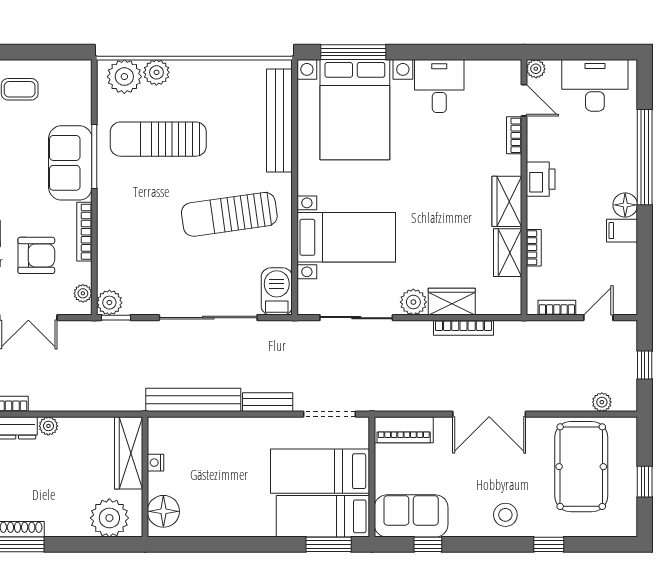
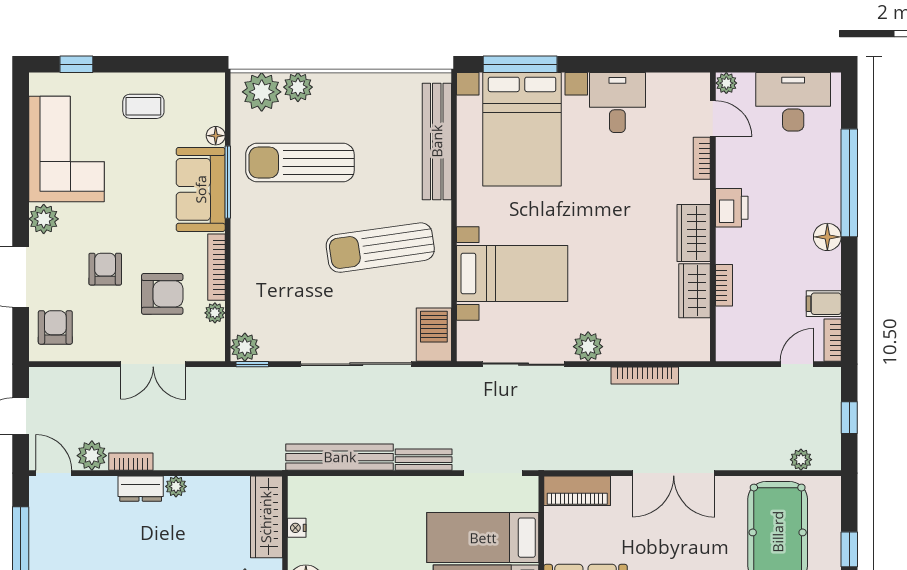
floor lamp: (84, 115) -> (216, 136), added
filing cabinet: (622, 231) -> (824, 304), moved
plant: (83, 293) -> (215, 313), moved
wardrobe: (452, 302) -> (632, 346), removed
bookcase: (557, 308) -> (833, 340), moved, turned -90

